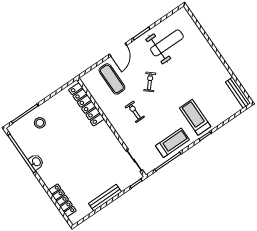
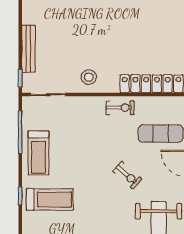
exercise bike: (135, 112) -> (120, 108), moved
stool: (40, 123) -> (89, 77), moved
bench: (105, 198) -> (28, 49), moved

